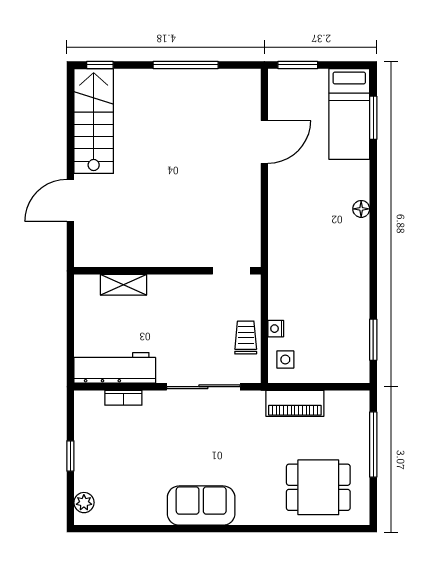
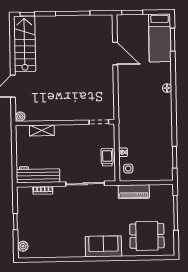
door: (264, 142) -> (115, 53), hinge flipped
plant: (83, 258) -> (20, 117), added
sofa: (201, 506) -> (103, 246), moved

